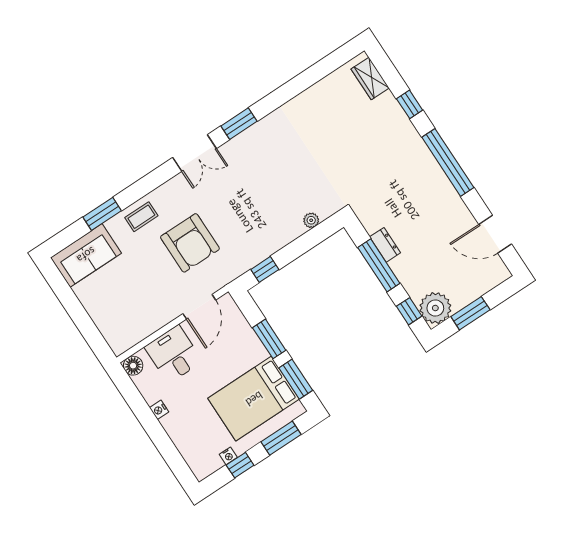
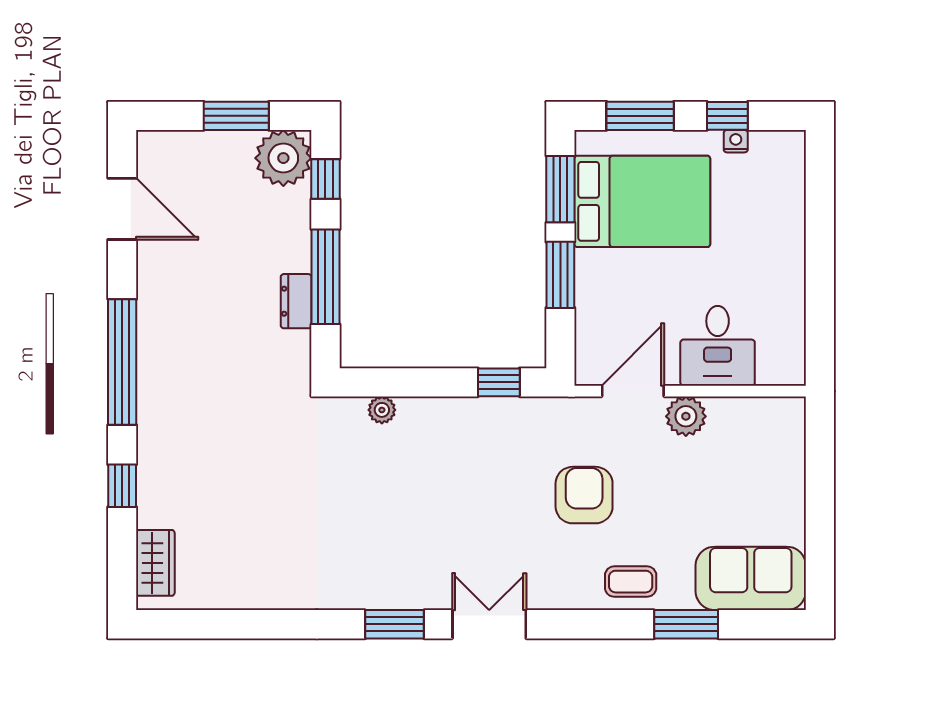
armchair: (190, 243) -> (584, 495), width x0.73, depth x0.73
plant: (167, 311) -> (686, 416), added
floor lamp: (133, 366) -> (789, 368), removed
nightstand: (159, 410) -> (794, 277), removed

